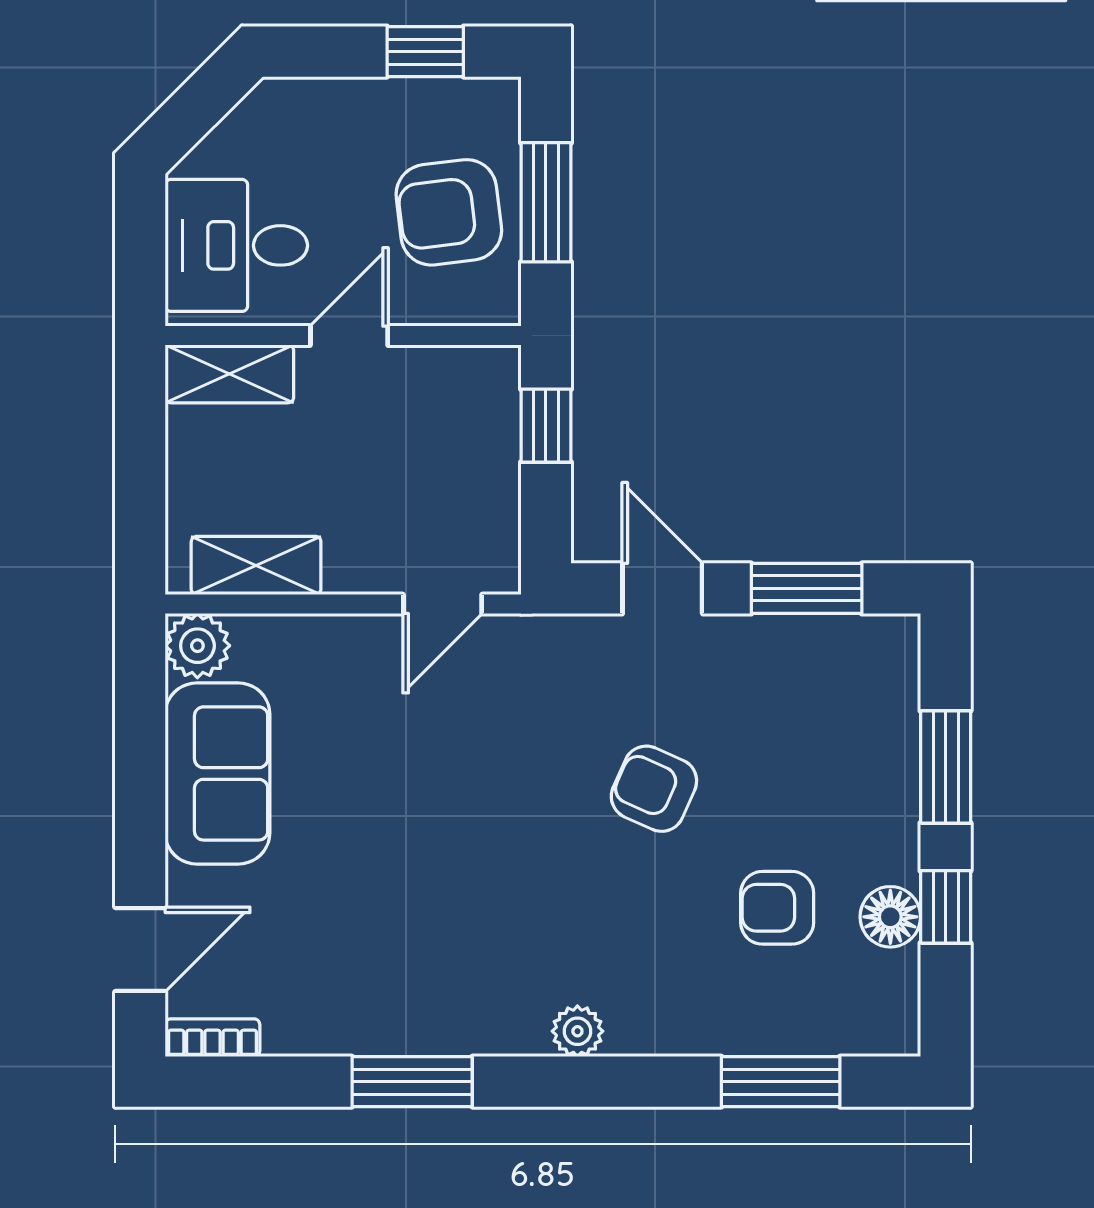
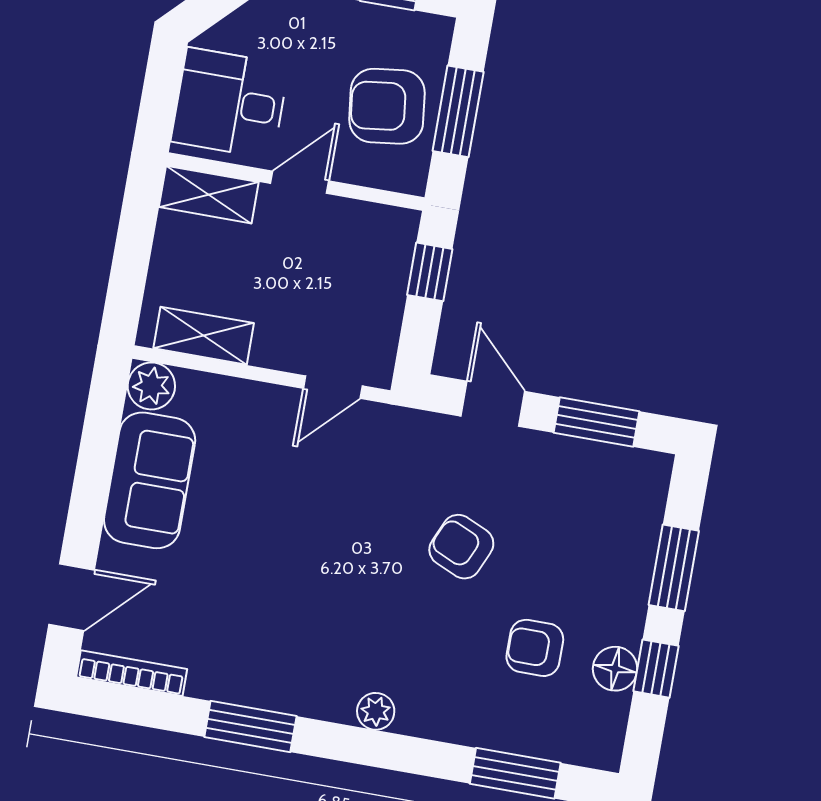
bookcase: (212, 1038) -> (132, 673), width x1.56

